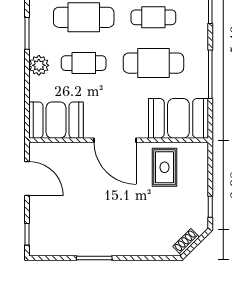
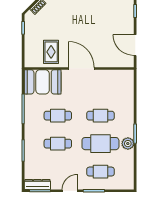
cafe table: (153, 63) -> (58, 116), width x0.73, depth x0.74
plant: (39, 65) -> (128, 144), moved
booth: (56, 120) -> (117, 81), removed

